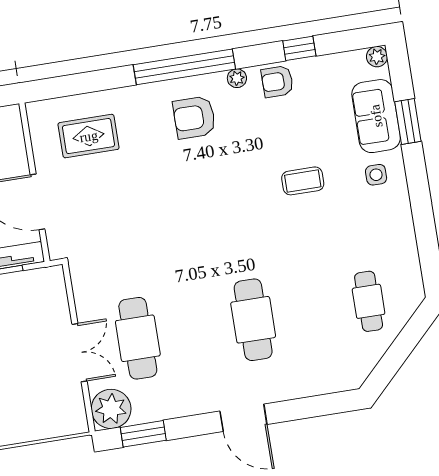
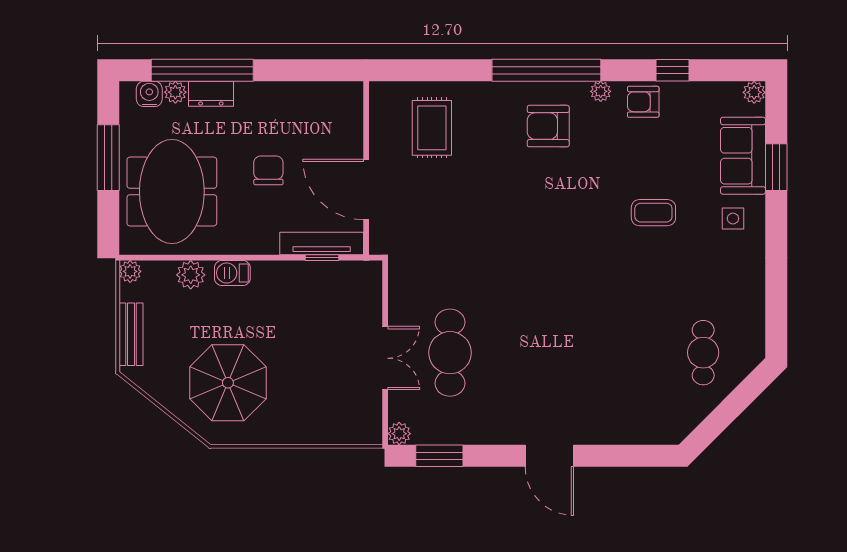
rug: (89, 136) -> (432, 128), turned 90
cafe table: (253, 320) -> (577, 353), removed
plant: (111, 409) -> (399, 434), width x0.53, depth x0.53

